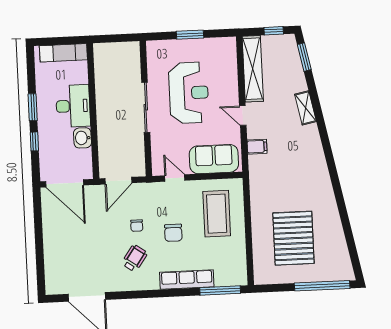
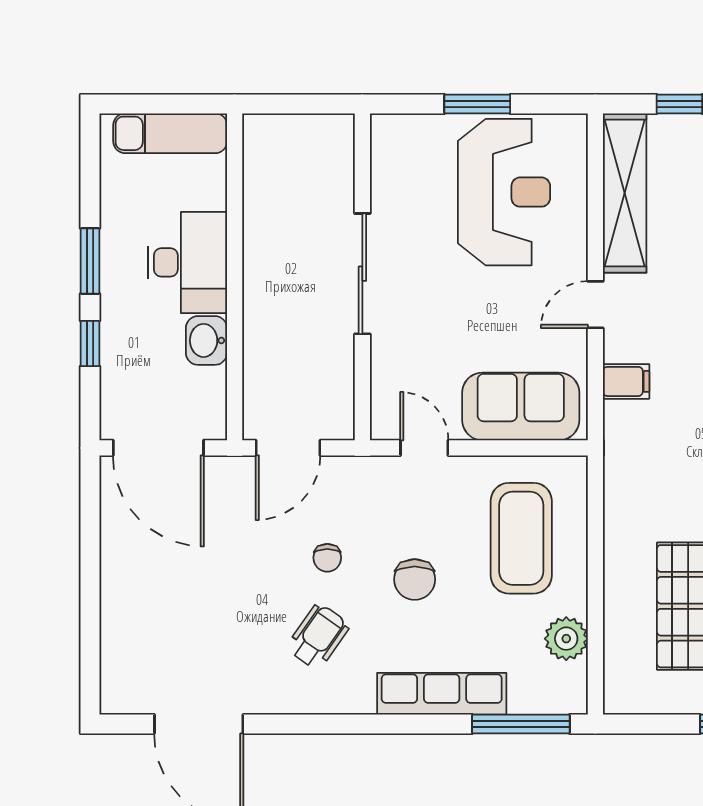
reception desk: (189, 93) -> (504, 192), moved
door: (243, 115) -> (595, 305), hinge flipped
plant: (237, 254) -> (566, 639), added

